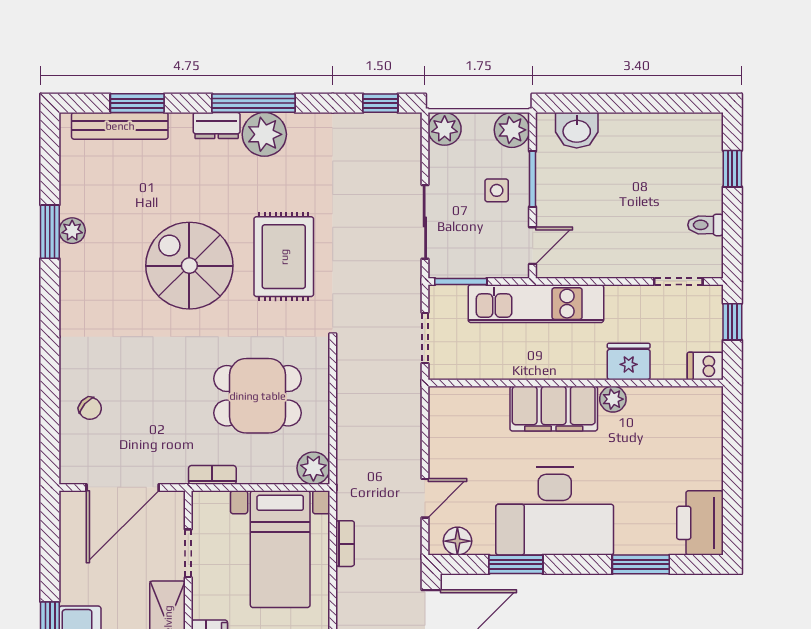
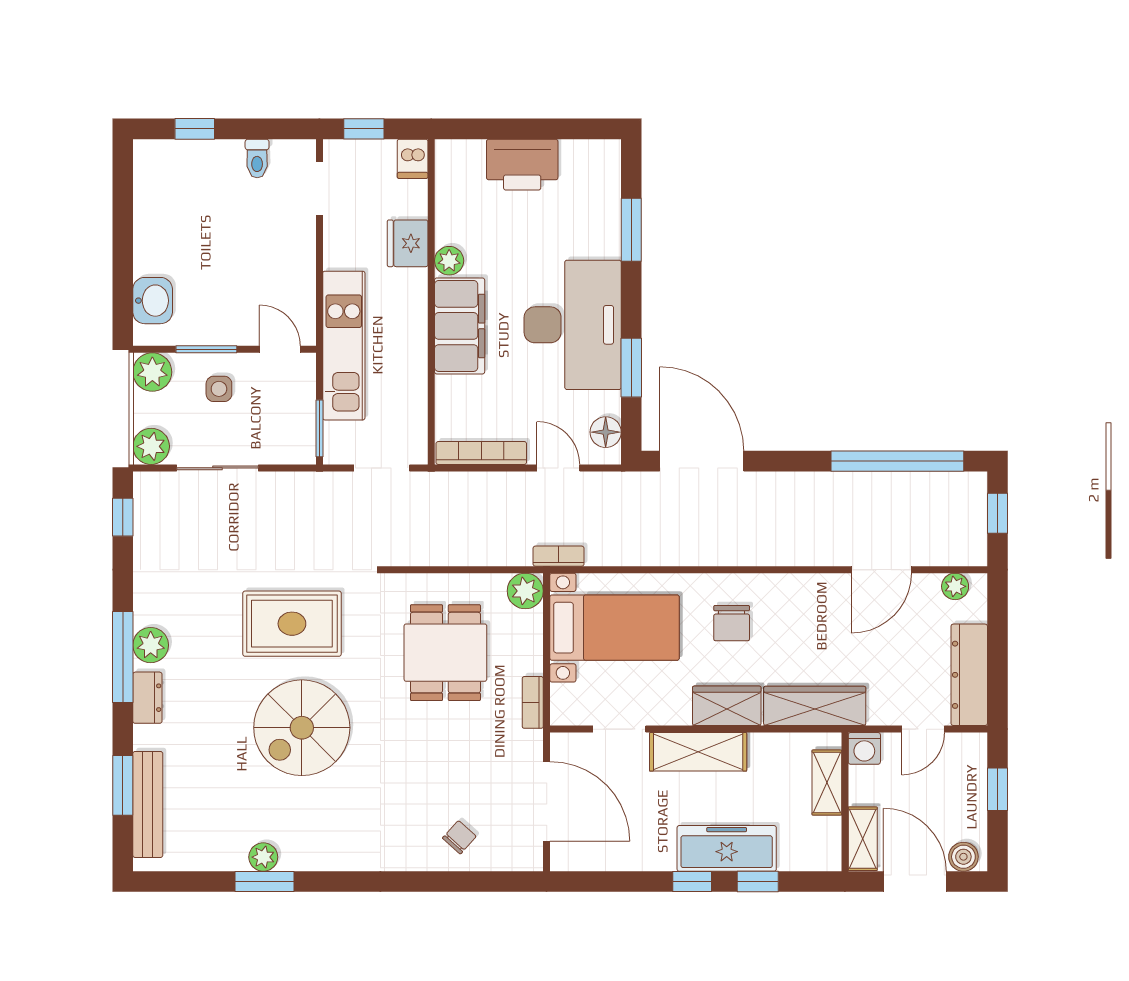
plant: (264, 134) -> (151, 645), width x0.73, depth x0.73
sliding door: (425, 222) -> (218, 468), moved
bookcase: (439, 428) -> (481, 453), added
printer: (700, 523) -> (522, 165), moved
bookcase: (345, 544) -> (559, 556), moved

